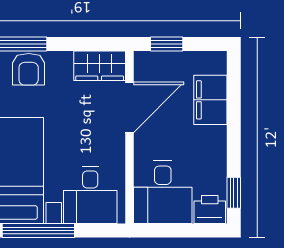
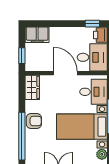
filing cabinet: (210, 100) -> (37, 35), moved
door: (130, 107) -> (65, 73), moved

